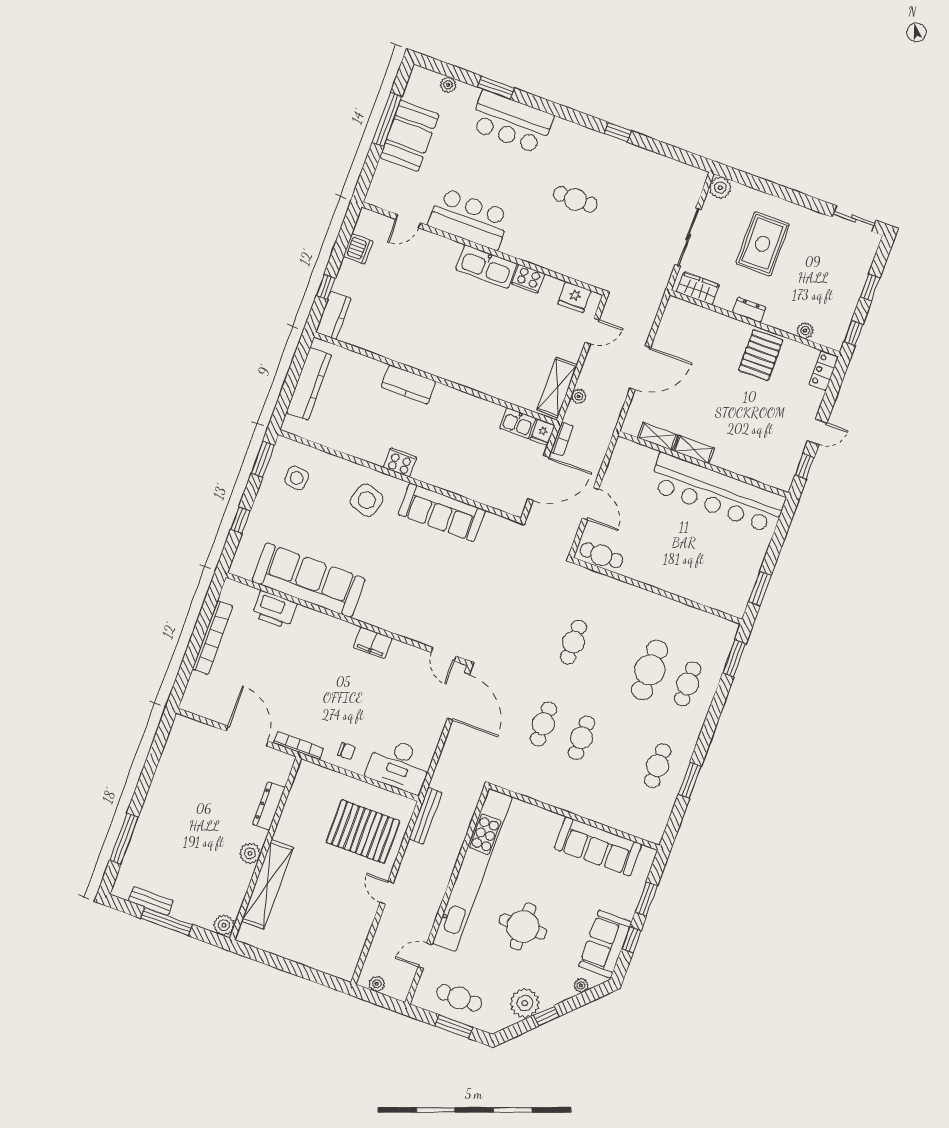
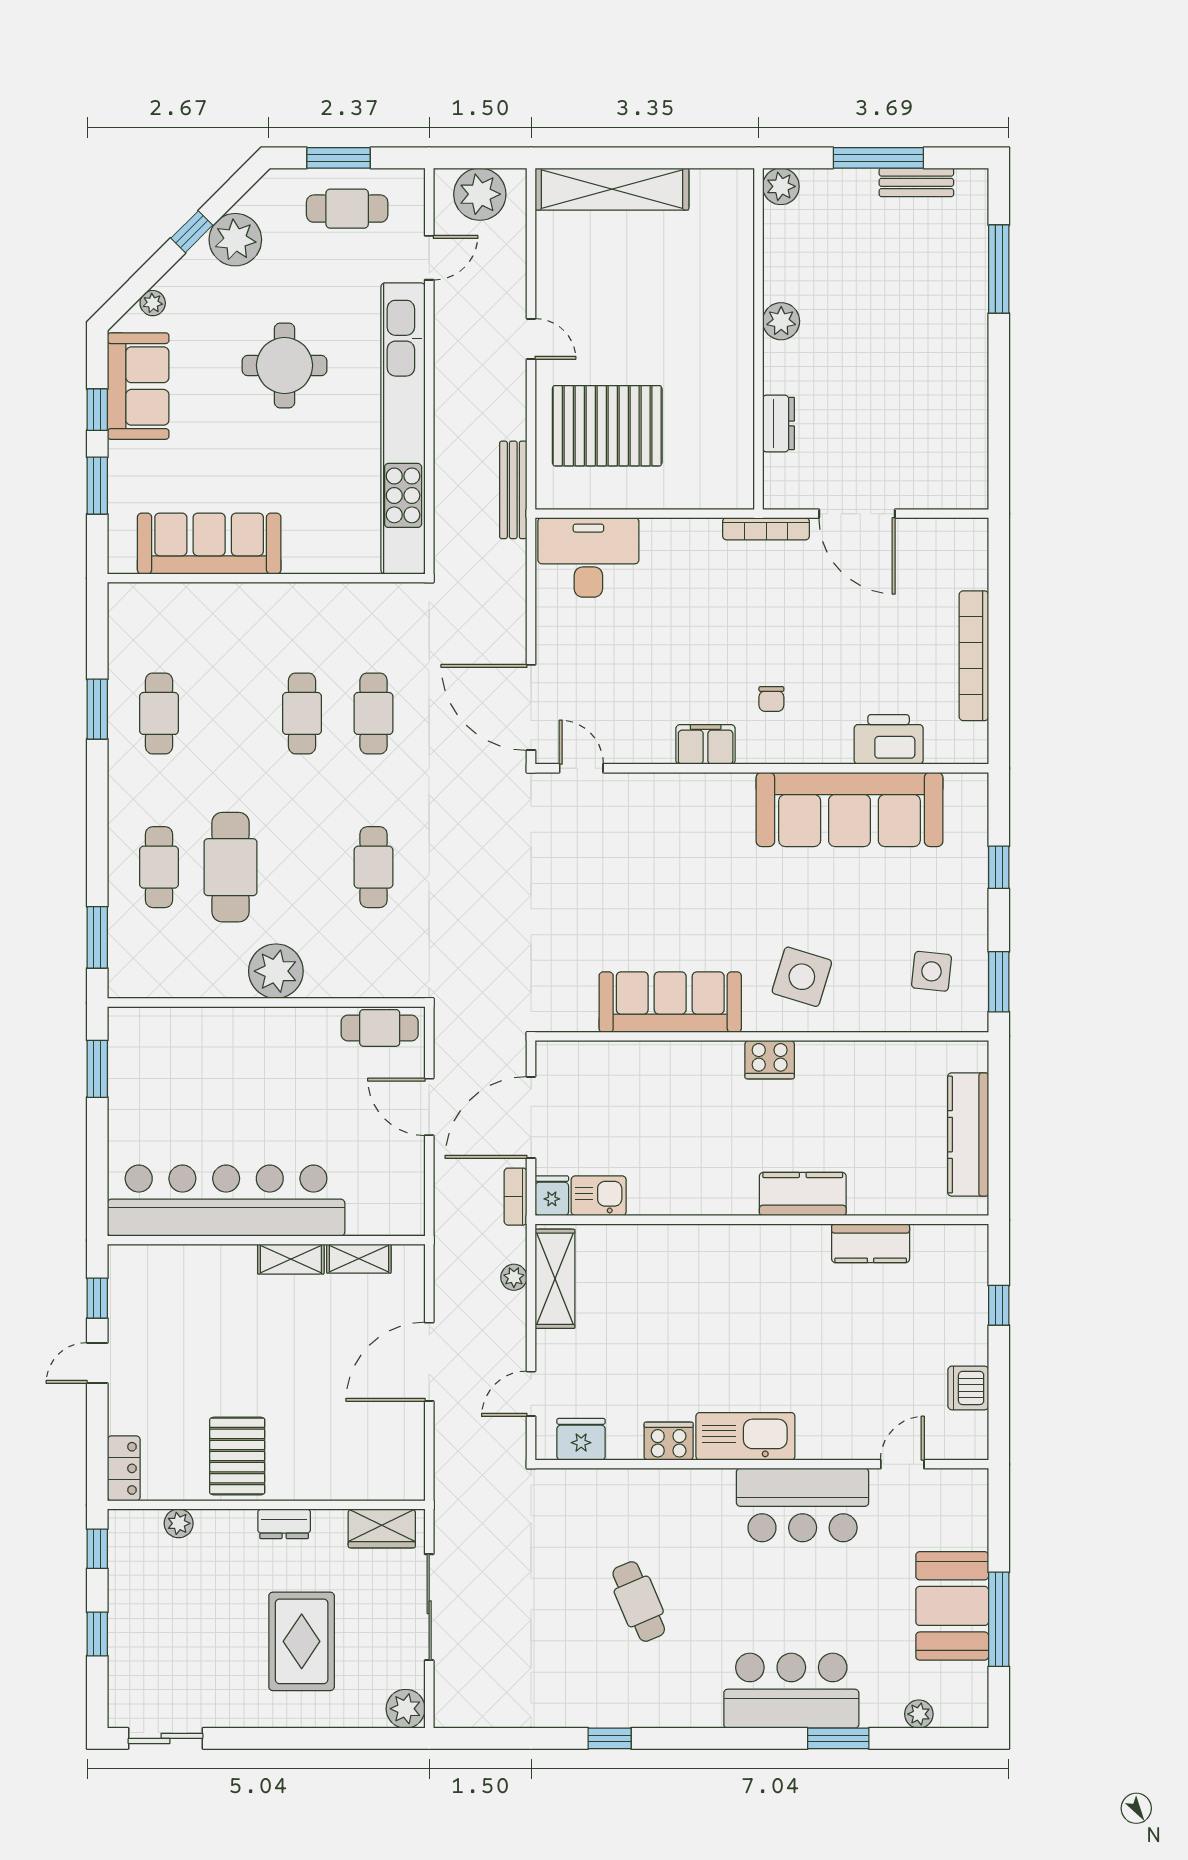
cafe table: (575, 199) -> (639, 1601), turned 67
kitchen counter: (333, 315) -> (871, 1243), moved, turned -90
plant: (646, 606) -> (276, 971), added
chair: (347, 751) -> (771, 699), moved, turned -90
dresser: (269, 806) -> (779, 424), width x0.70
shelving: (267, 884) -> (612, 189), moved, turned 90
plant: (377, 984) -> (480, 194), width x1.88, depth x1.88

